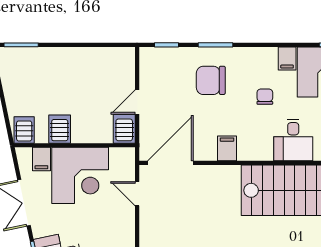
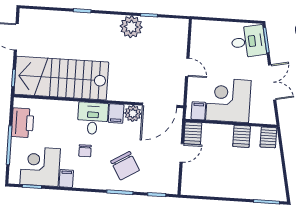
chair: (211, 80) -> (125, 166), turned 59
desk: (293, 140) -> (93, 118), moved
plant: (205, 150) -> (133, 113), added
filing cabinet: (41, 159) -> (198, 111), moved
door: (137, 194) -> (187, 67), moved

